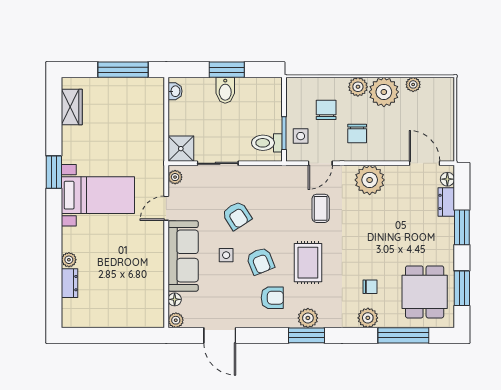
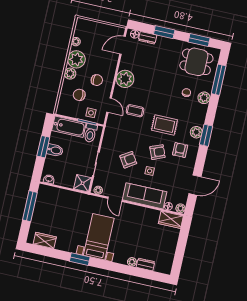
bathtub: (269, 105) -> (69, 127), added
wardrobe: (153, 309) -> (171, 220), added

